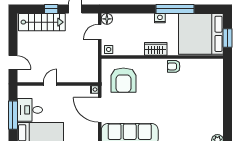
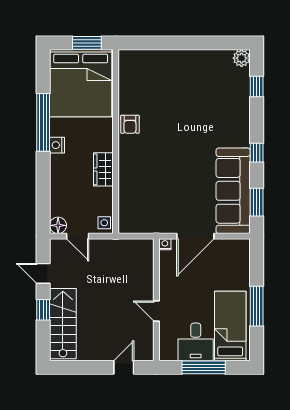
wardrobe: (156, 49) -> (103, 169), moved
armchair: (123, 80) -> (151, 200), removed

